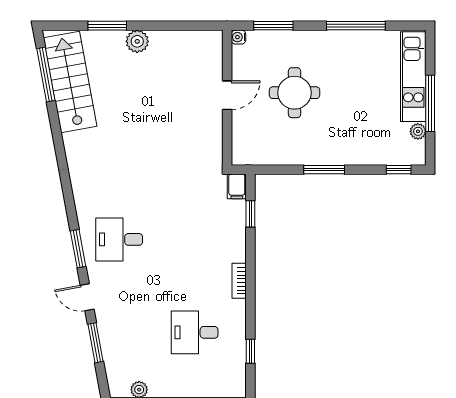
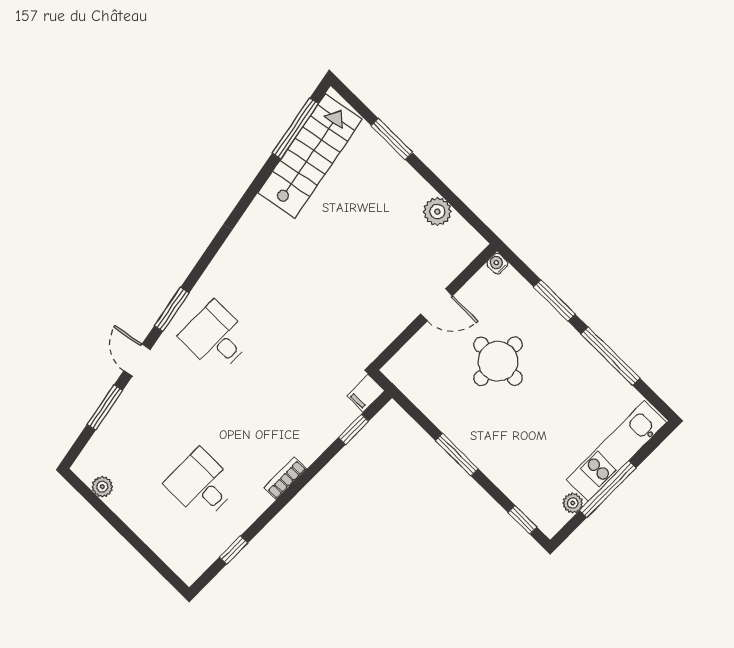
window: (273, 26) -> (554, 301), moved
plant: (137, 41) -> (437, 212), moved

